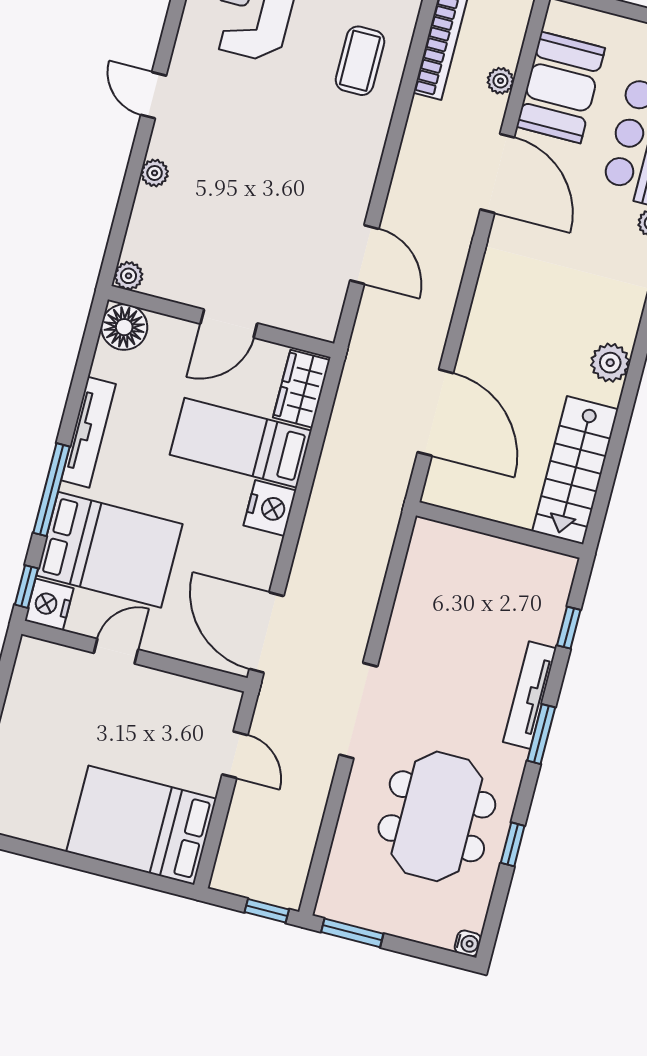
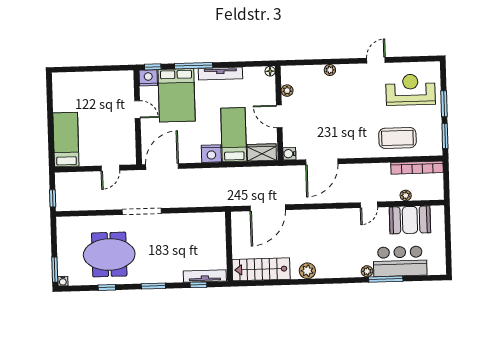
coffee table: (360, 61) -> (397, 138), width x1.36, depth x1.32
door: (154, 95) -> (376, 60), moved
door: (497, 173) -> (369, 205), width x0.53
door: (364, 255) -> (322, 162), width x1.36
plant: (129, 276) -> (287, 91), moved
water cooler: (323, 325) -> (289, 154), added
floor lamp: (124, 327) -> (270, 71), width x0.53, depth x0.53
tv unit: (530, 695) -> (205, 276), moved
bed: (141, 825) -> (66, 140), width x0.67
window: (352, 933) -> (55, 270), moved

